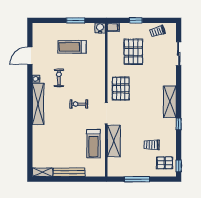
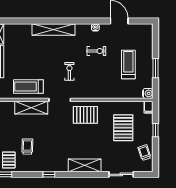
pallet: (133, 52) -> (123, 128), turned 90
shelving: (170, 102) -> (85, 165), moved
shelving: (38, 104) -> (53, 29), moved

